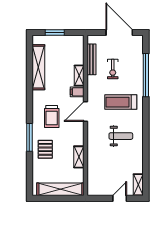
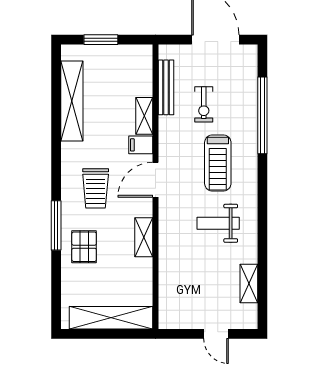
treadmill: (121, 102) -> (218, 163), turned -90
weight bench: (121, 136) -> (218, 223), turned 180
shelving: (79, 157) -> (144, 237), moved
shelving: (138, 185) -> (249, 284), moved
door: (120, 198) -> (216, 334), swing flipped

